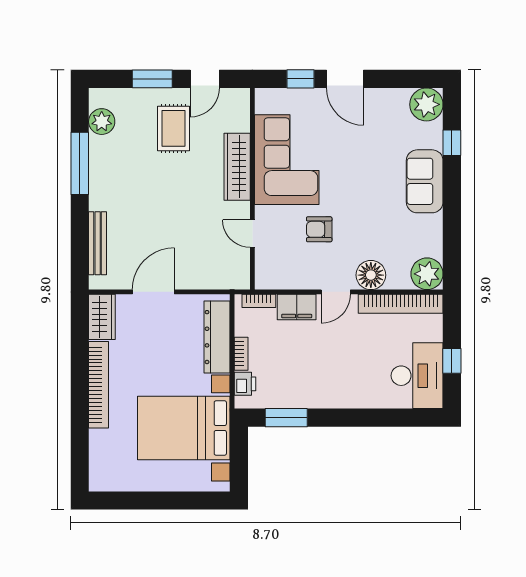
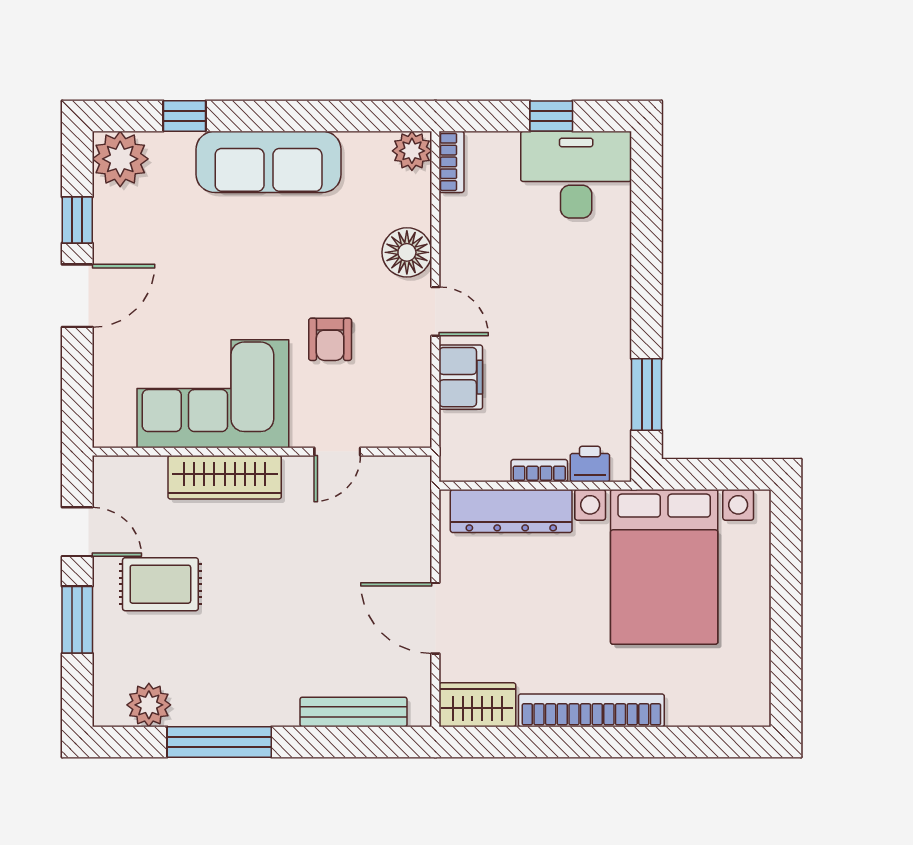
window: (301, 79) -> (77, 220), moved
sofa: (425, 181) -> (269, 162), width x1.36
plant: (427, 274) -> (412, 151), width x0.73, depth x0.73
bookcase: (259, 301) -> (450, 441), removed
bookcase: (401, 304) -> (452, 162), width x0.43, depth x0.76

